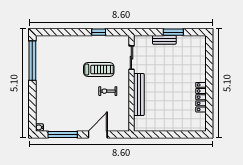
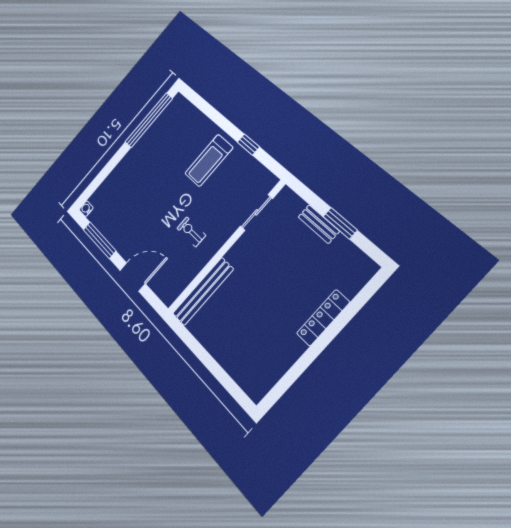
treadmill: (99, 70) -> (209, 161), moved, turned 90
bench: (139, 95) -> (203, 291), moved
locker: (201, 97) -> (323, 318), moved

